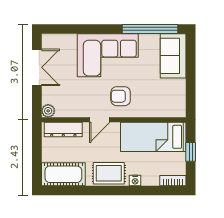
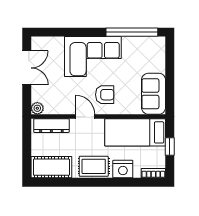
sofa: (173, 56) -> (154, 94), moved
armchair: (121, 96) -> (105, 95), turned 180
door: (100, 120) -> (85, 117), swing flipped
nightstand: (135, 180) -> (123, 169), width x1.89, depth x1.79

